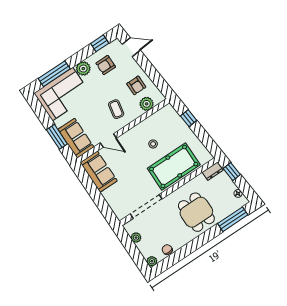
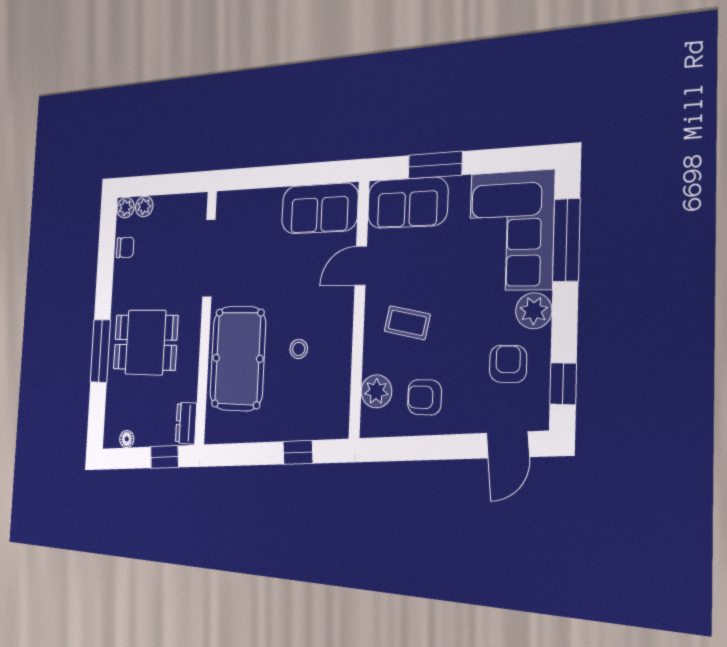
window: (233, 219) -> (100, 351), moved
plant: (136, 238) -> (144, 206), moved

